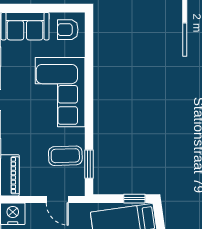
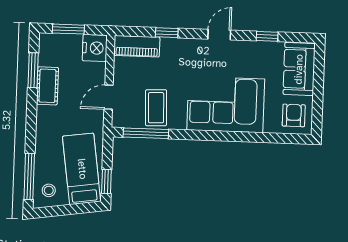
window: (89, 164) -> (146, 133), width x1.44

